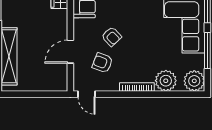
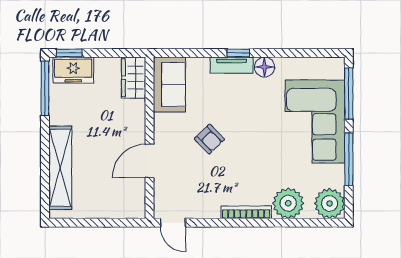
armchair: (102, 63) -> (196, 177), removed

